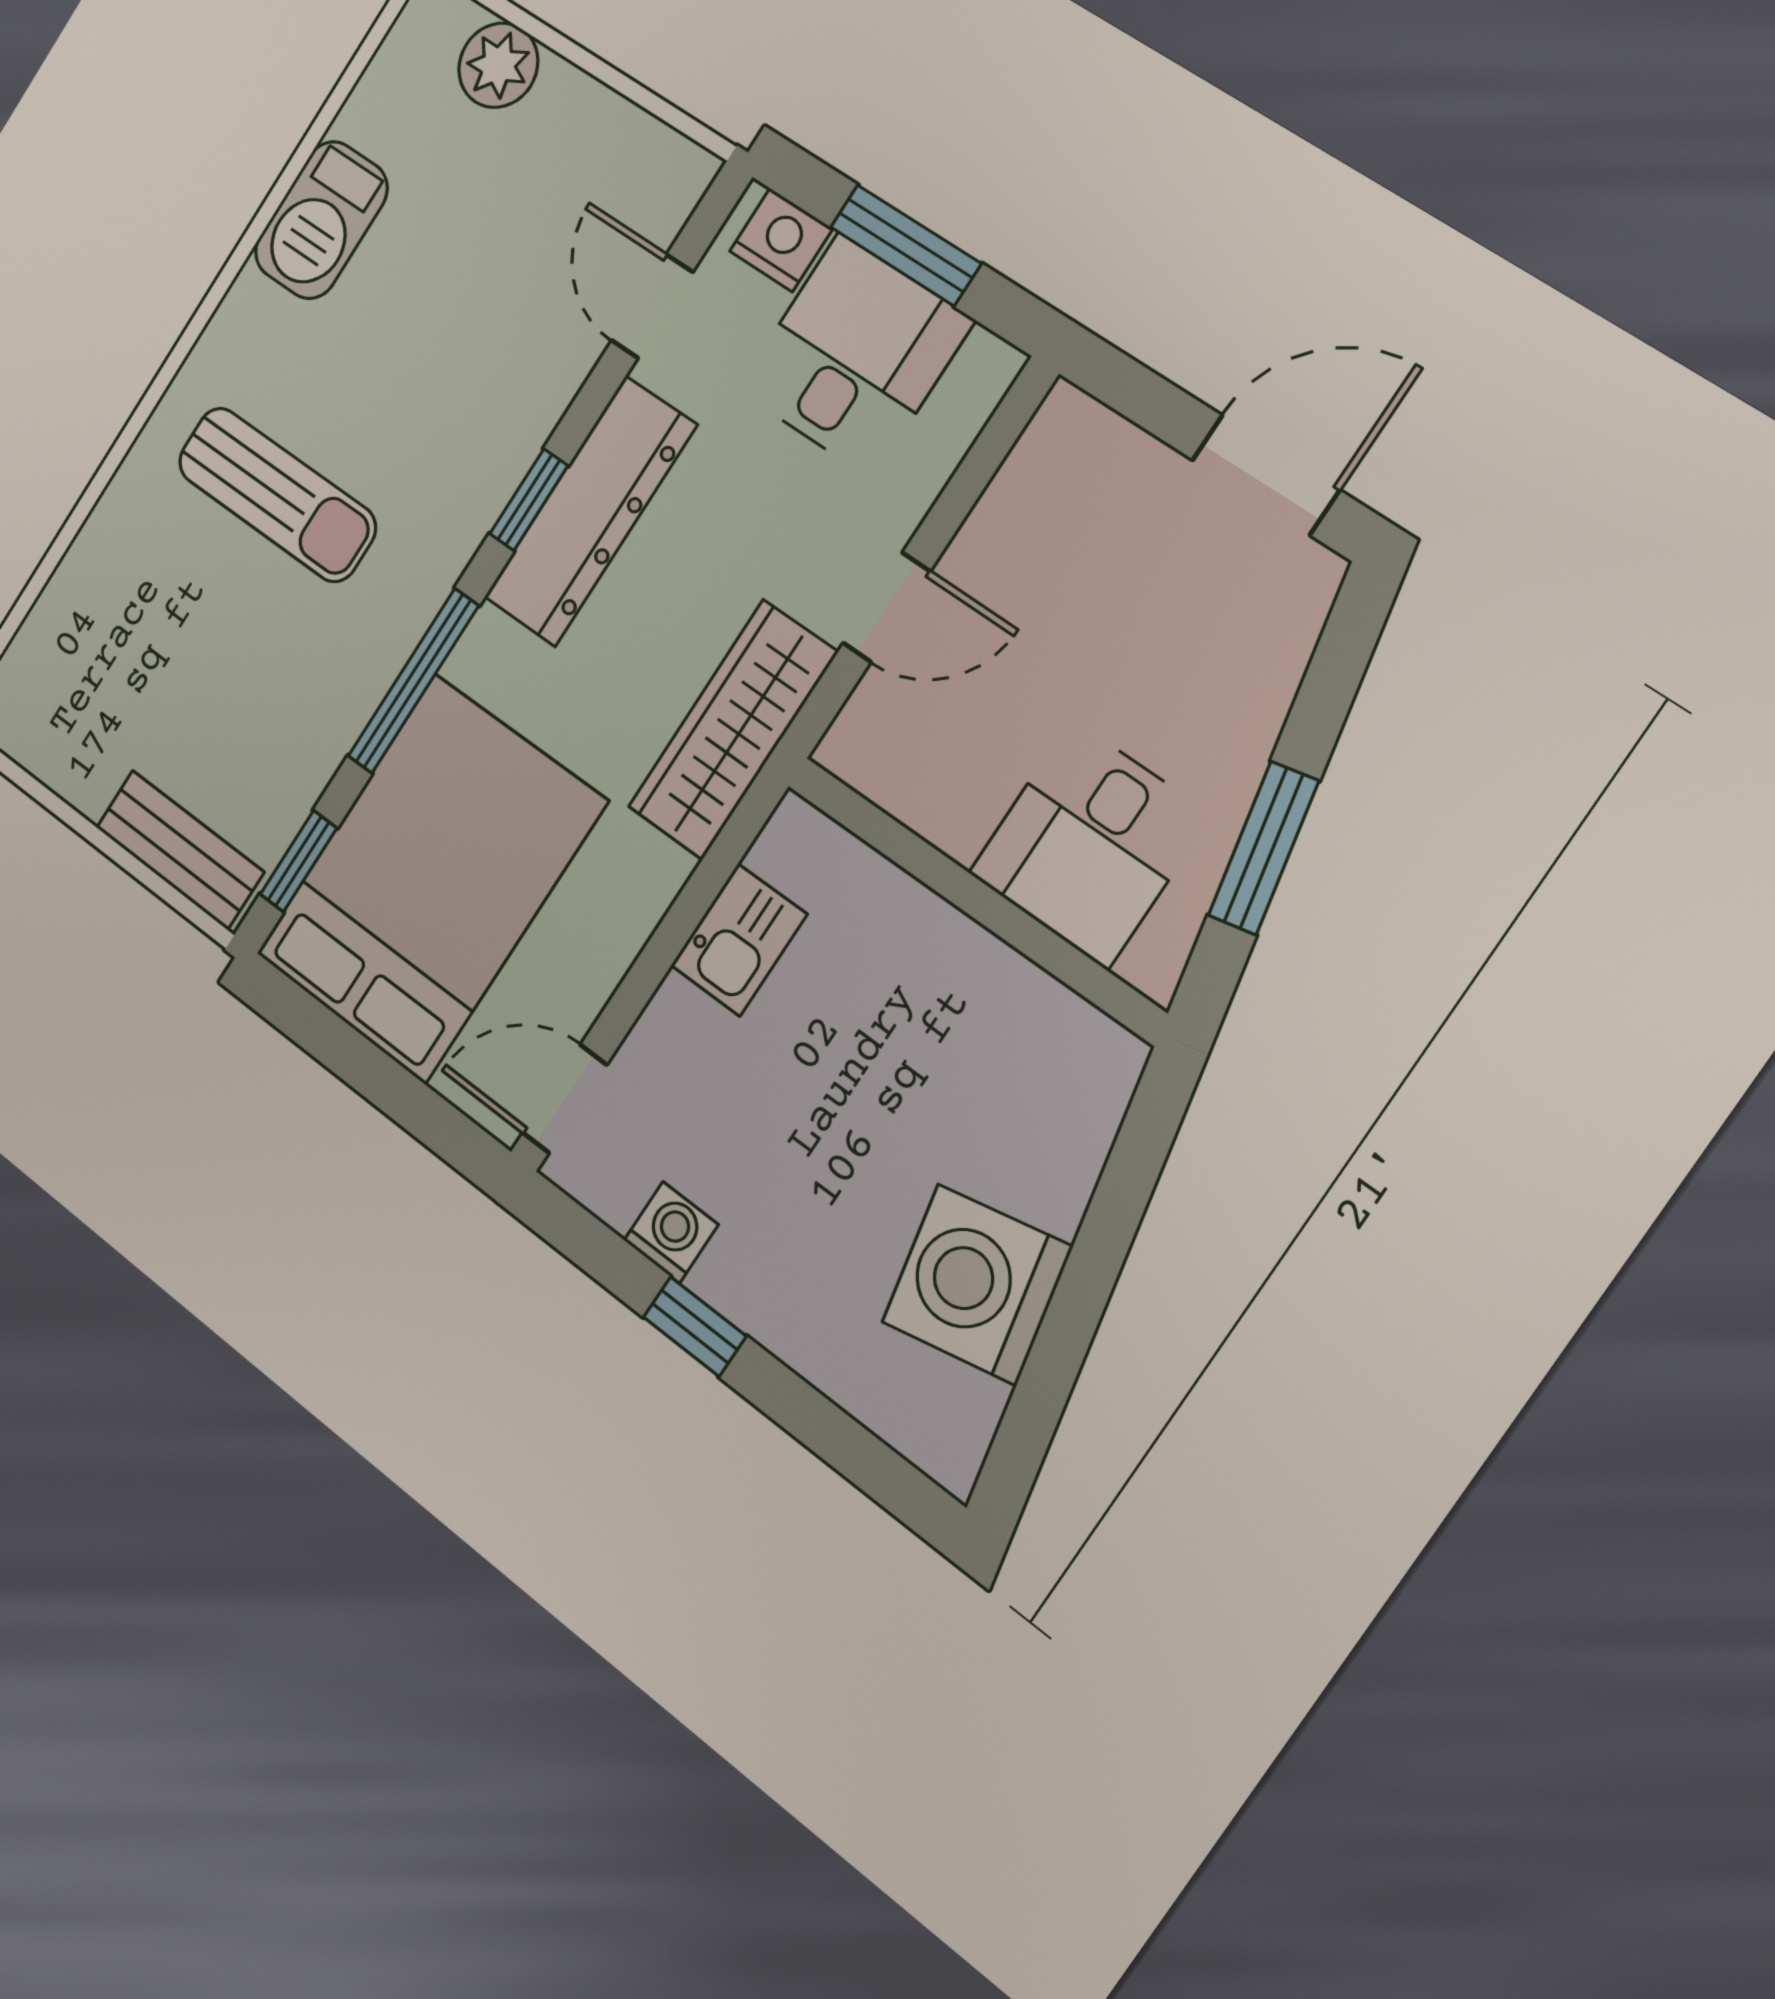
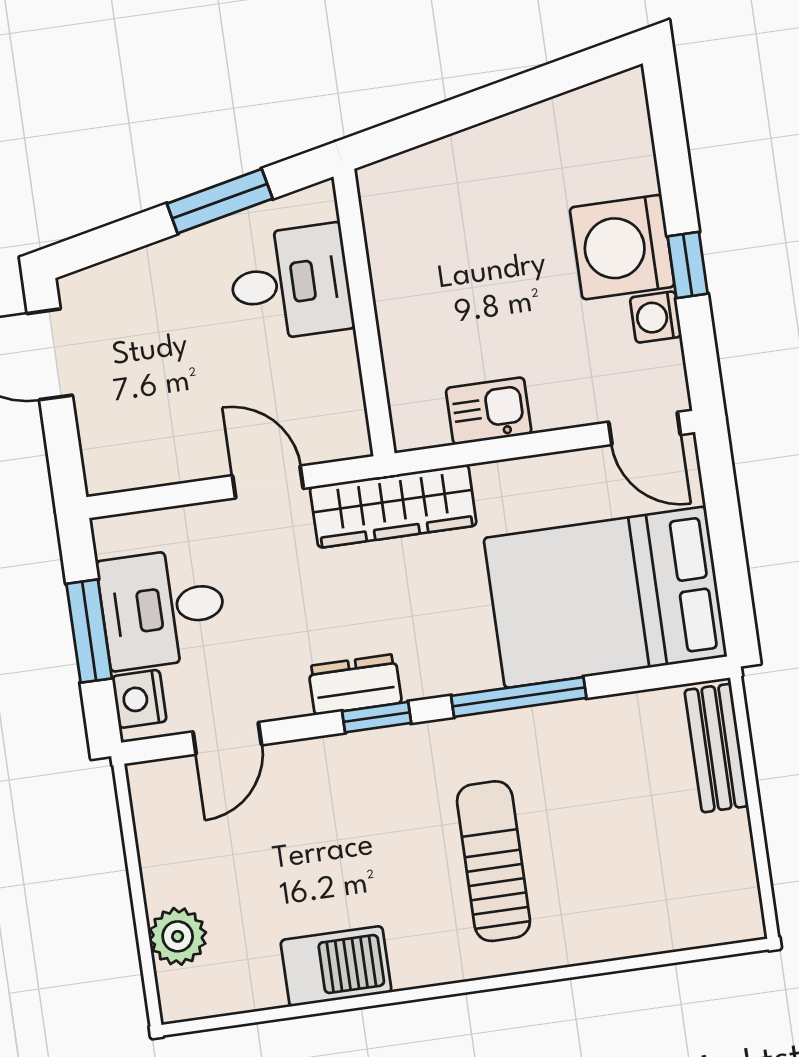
dresser: (590, 511) -> (355, 685), width x0.51, depth x0.80
window: (298, 861) -> (662, 676), removed
washing machine: (977, 1284) -> (622, 247), moved, turned 102

